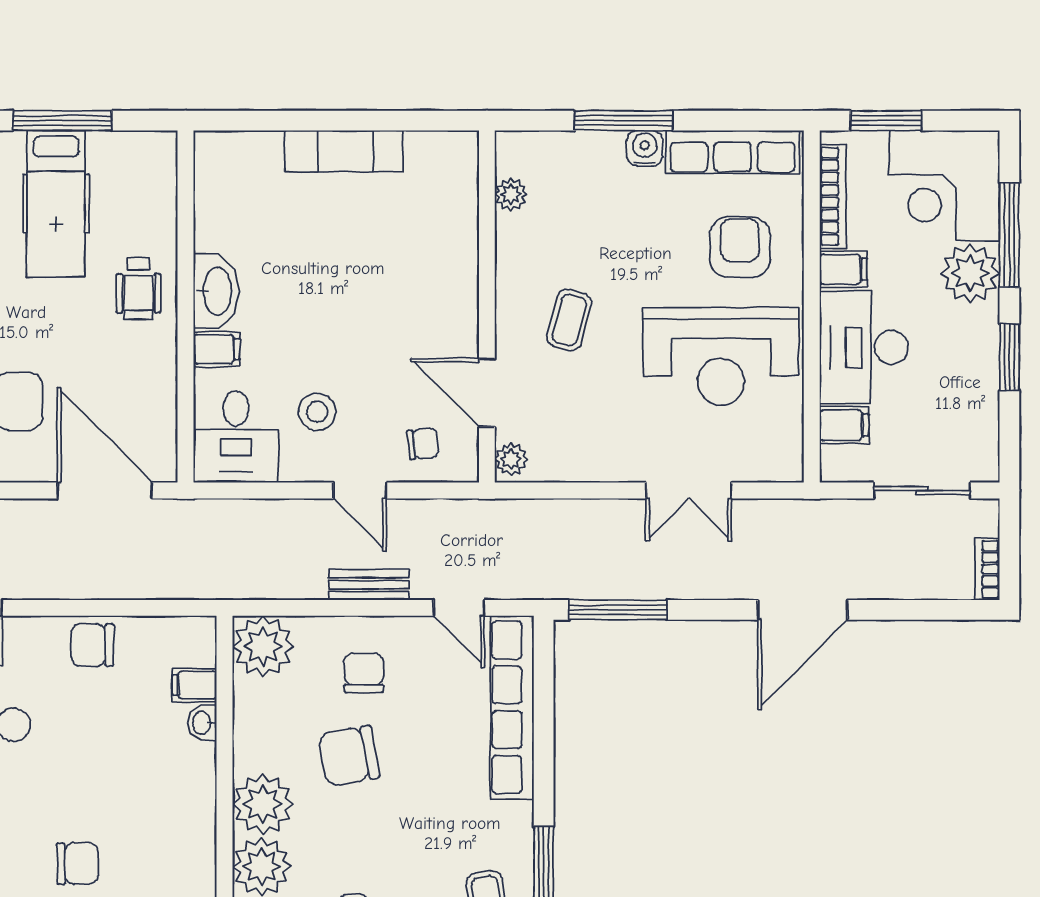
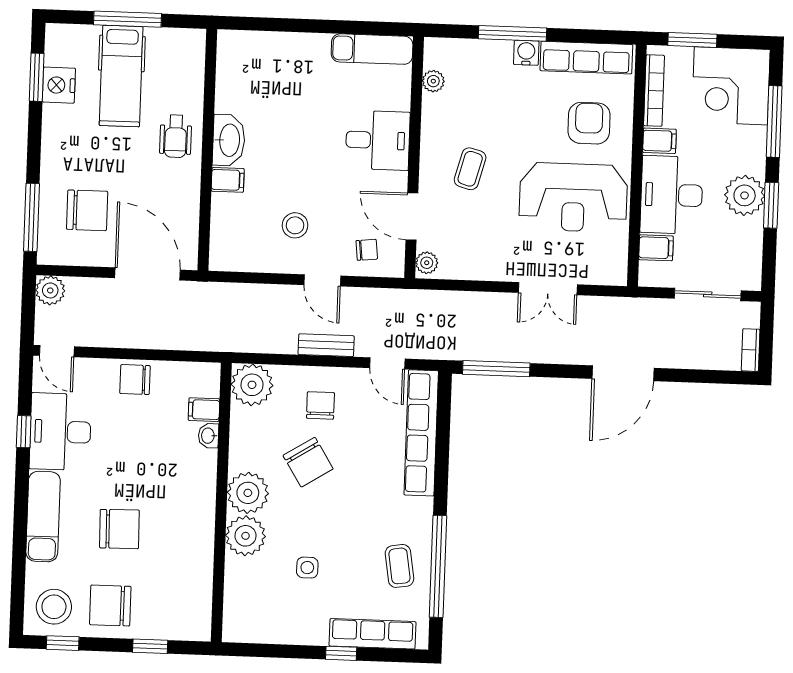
exam couch: (344, 151) -> (372, 49), moved
plant: (970, 273) -> (745, 195), moved
desk: (236, 437) -> (378, 140), moved, turned -90
chair: (349, 756) -> (308, 462), turned -112
chair: (78, 863) -> (119, 529), width x1.37, depth x1.37

